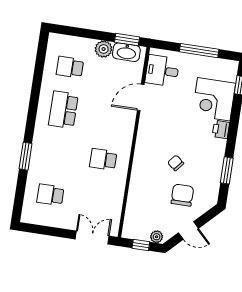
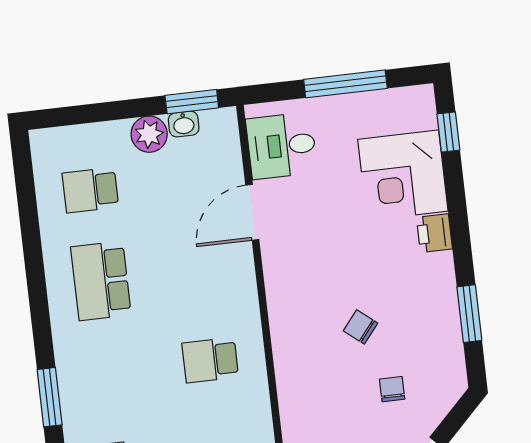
washbasin: (126, 52) -> (184, 124), width x0.52, depth x0.69
chair: (182, 195) -> (392, 389), width x0.54, depth x0.54

